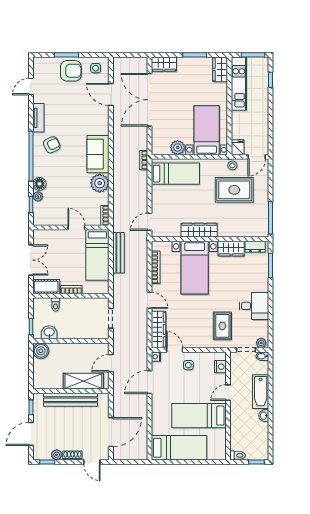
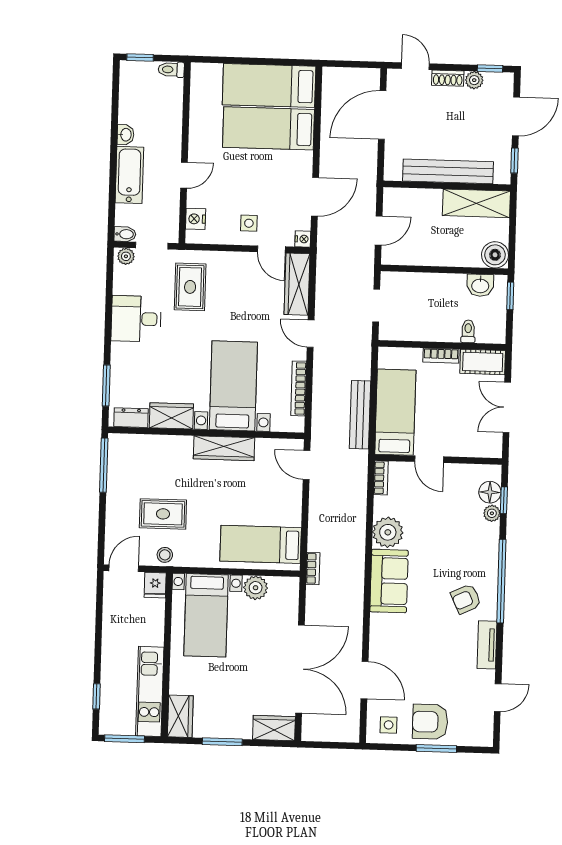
floor lamp: (39, 184) -> (490, 492), moved
rug: (234, 190) -> (163, 514), width x0.73, depth x0.70
door: (149, 222) -> (307, 465), swing flipped
shelving: (83, 381) -> (476, 203), moved
bed: (199, 416) -> (268, 128), moved, turned 180

